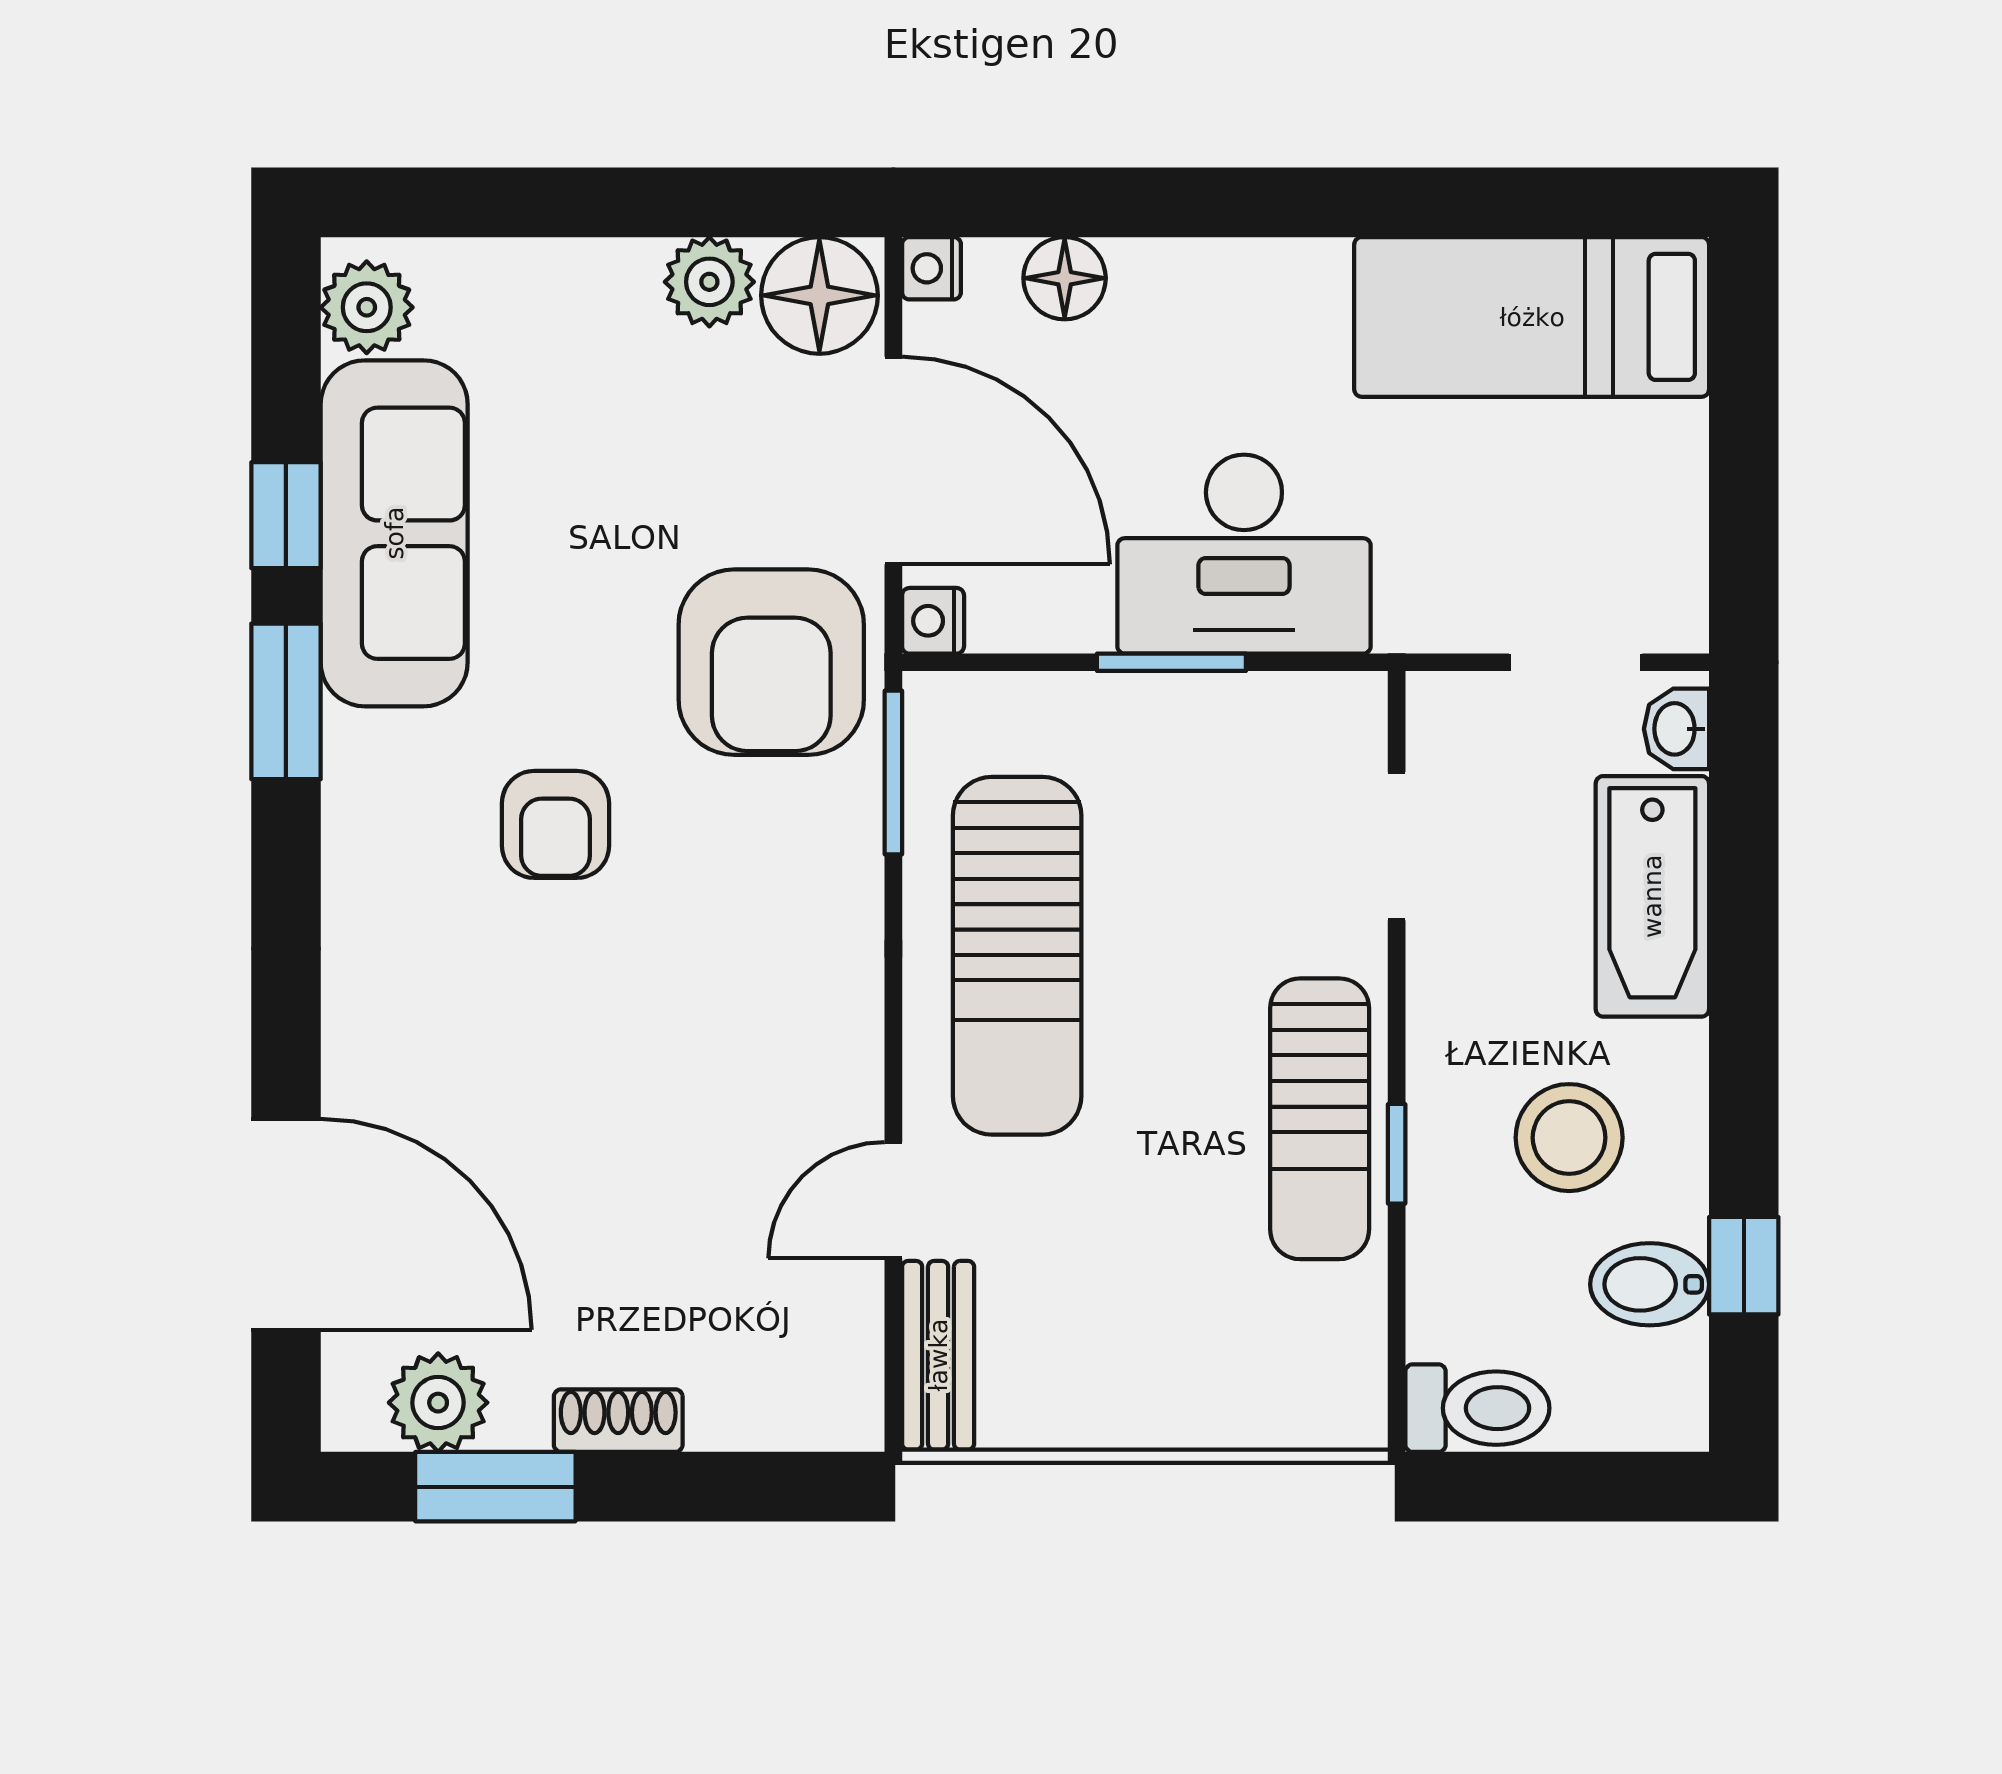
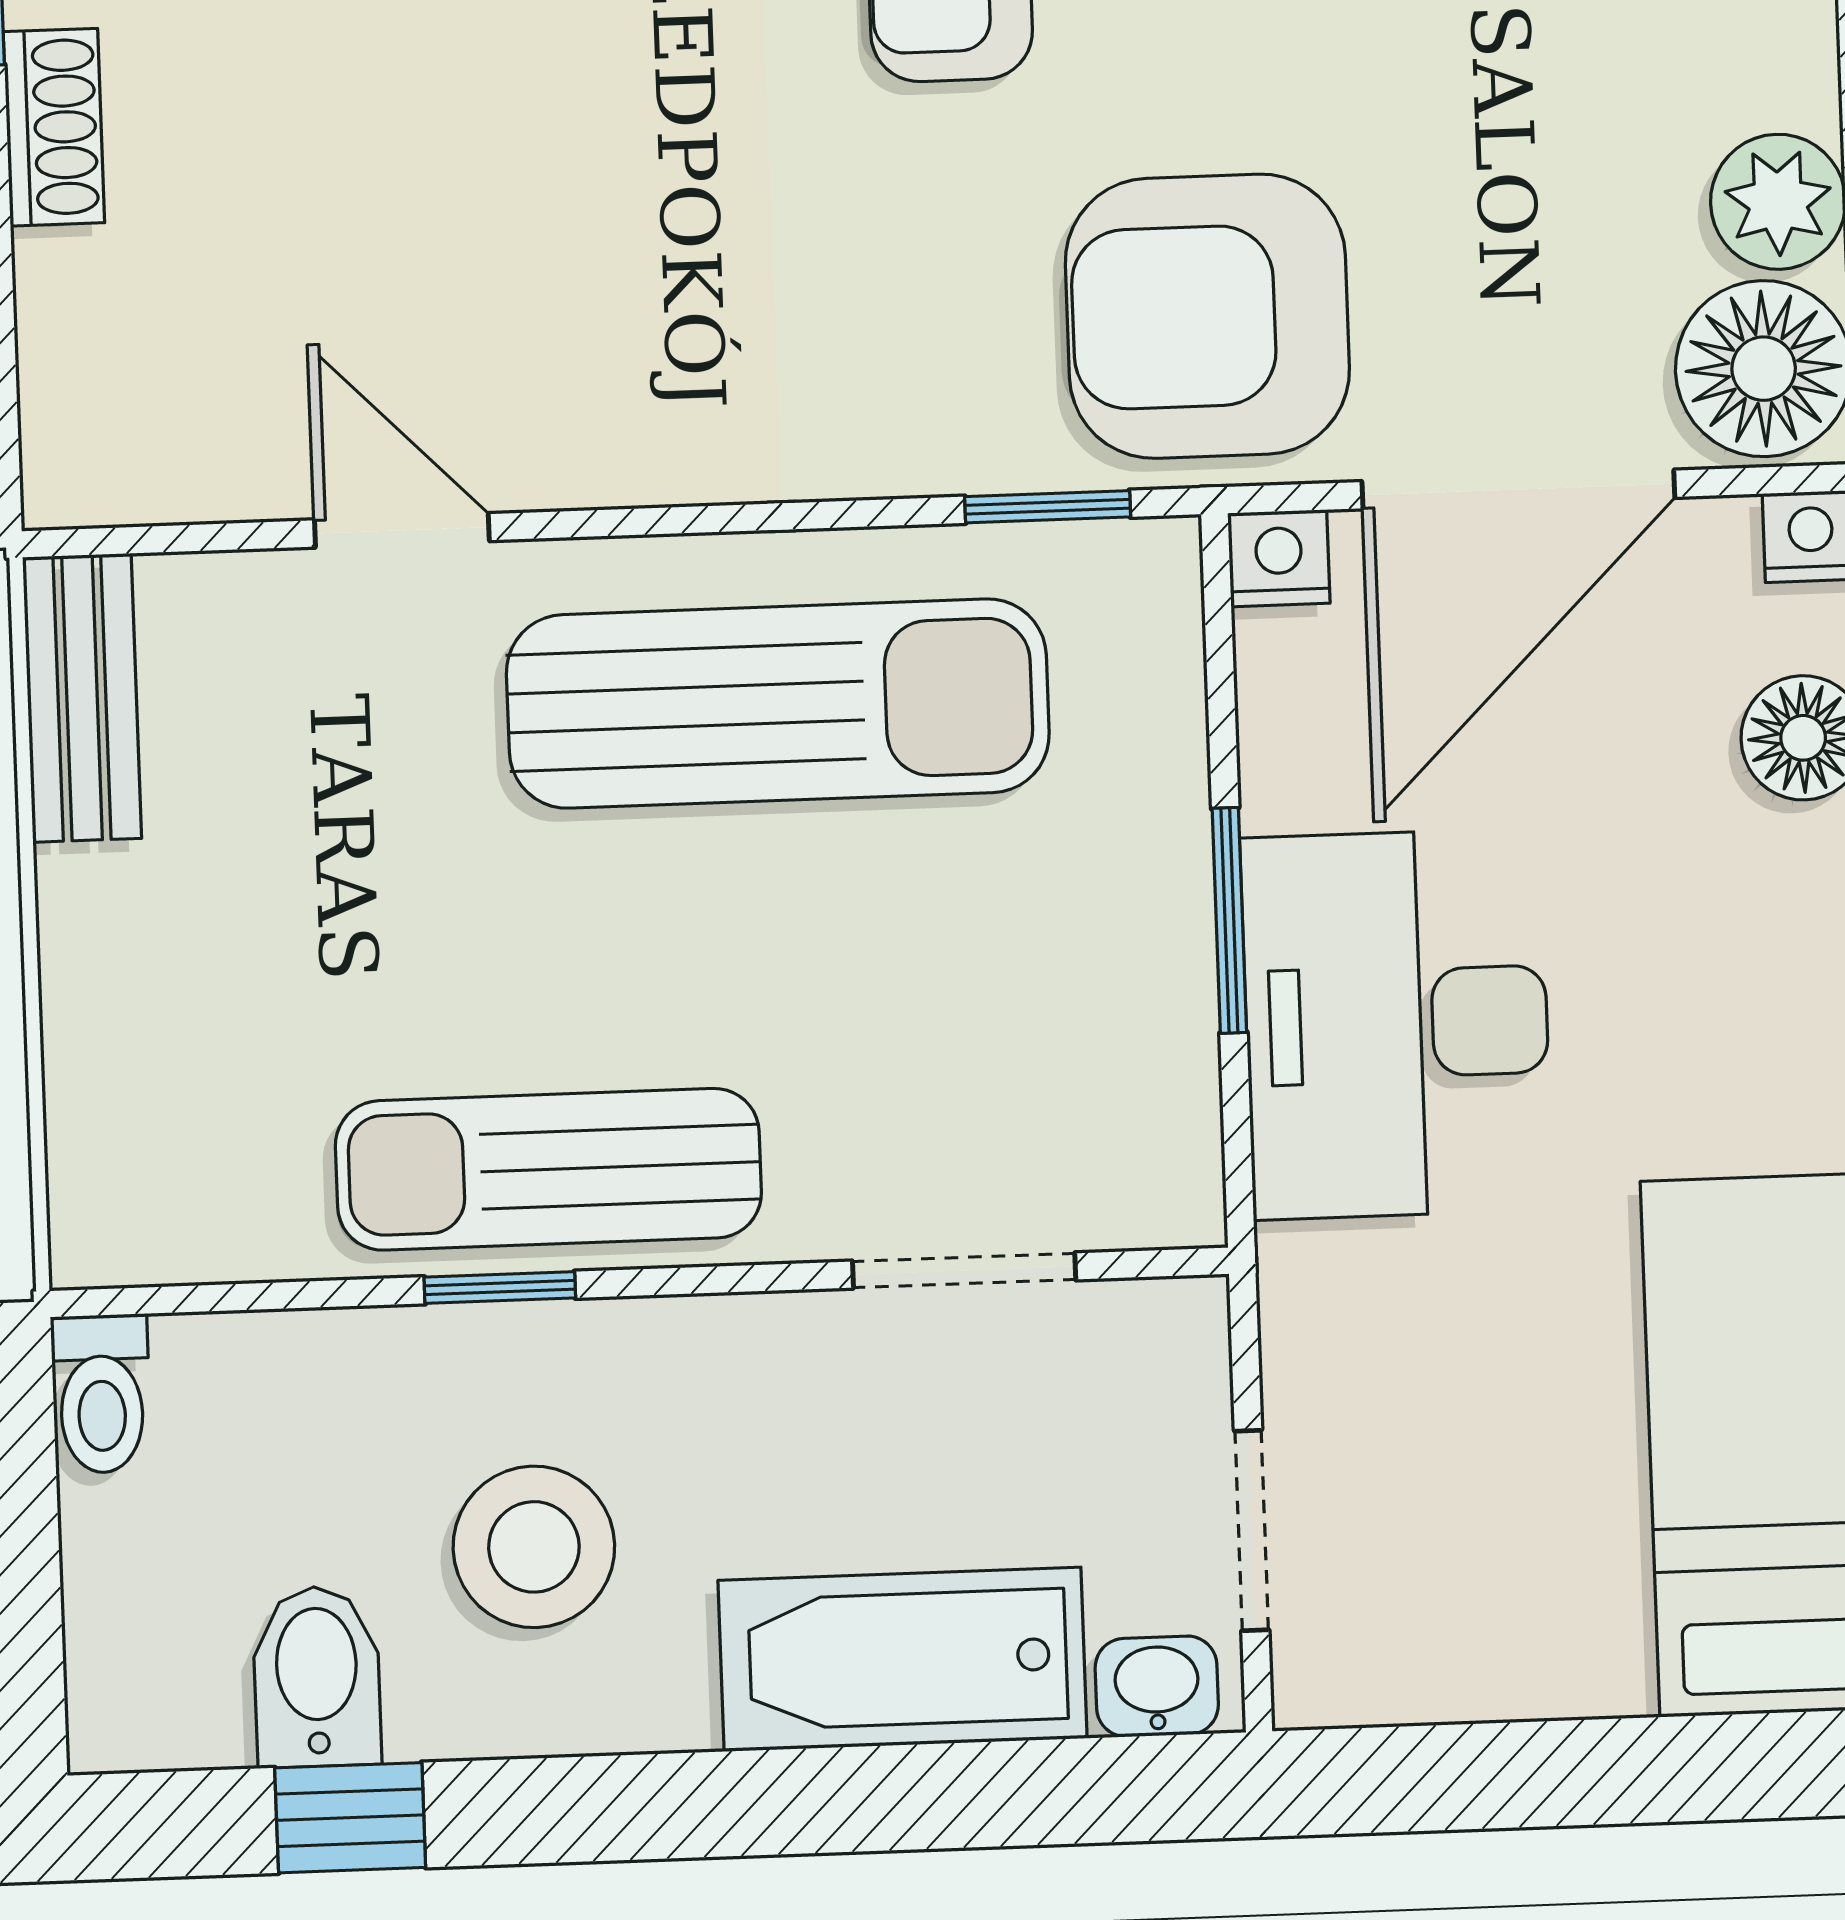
window: (893, 772) -> (1048, 507), width x0.67
sun lounger: (1017, 956) -> (778, 704), turned 180
bench: (938, 1355) -> (82, 698), moved, turned 90
toilet: (1477, 1408) -> (101, 1394), width x0.73, depth x0.72

